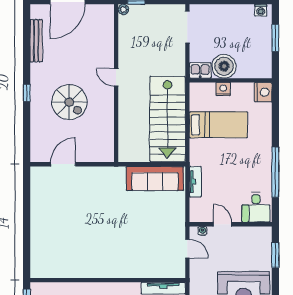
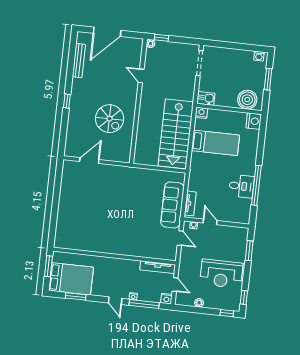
boiler: (224, 66) -> (247, 100), moved
door: (116, 77) -> (141, 76), moved
nightstand: (223, 89) -> (201, 113), moved
spiral stairs: (69, 102) -> (110, 119), moved
sofa: (155, 178) -> (172, 205), moved, turned 90
tv unit: (195, 182) -> (190, 203), moved
desk: (256, 207) -> (241, 186), moved, turned -90

